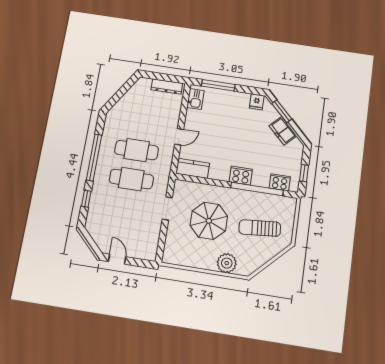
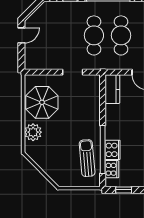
cooker: (241, 176) -> (113, 150), moved
parasol: (209, 221) -> (42, 102), moved
sun lounger: (260, 228) -> (87, 158), moved

